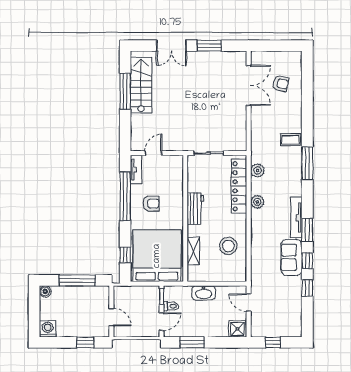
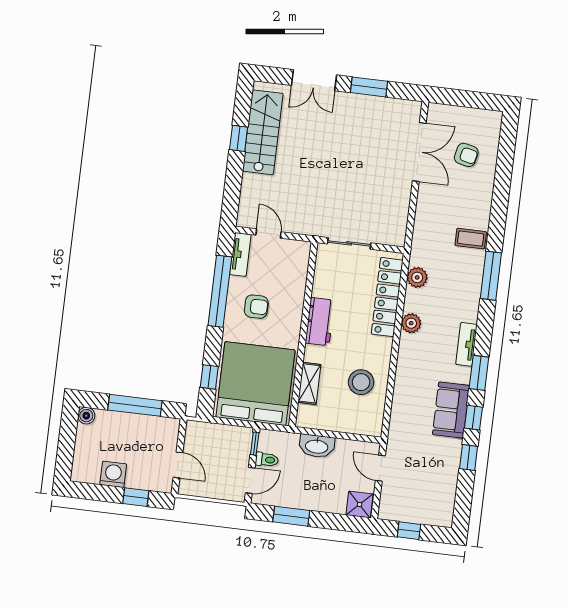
window: (125, 91) -> (239, 138), width x0.46
door: (153, 153) -> (269, 234), hinge flipped
tv unit: (296, 218) -> (466, 344), width x0.71
washing machine: (48, 329) -> (113, 474), moved

